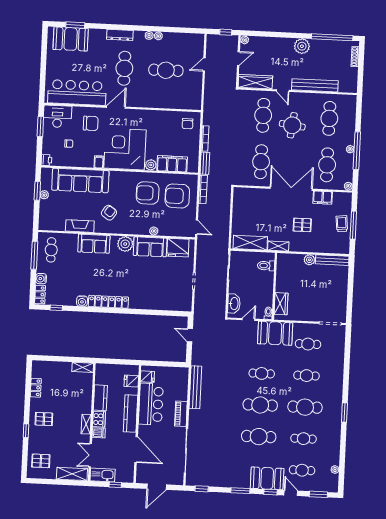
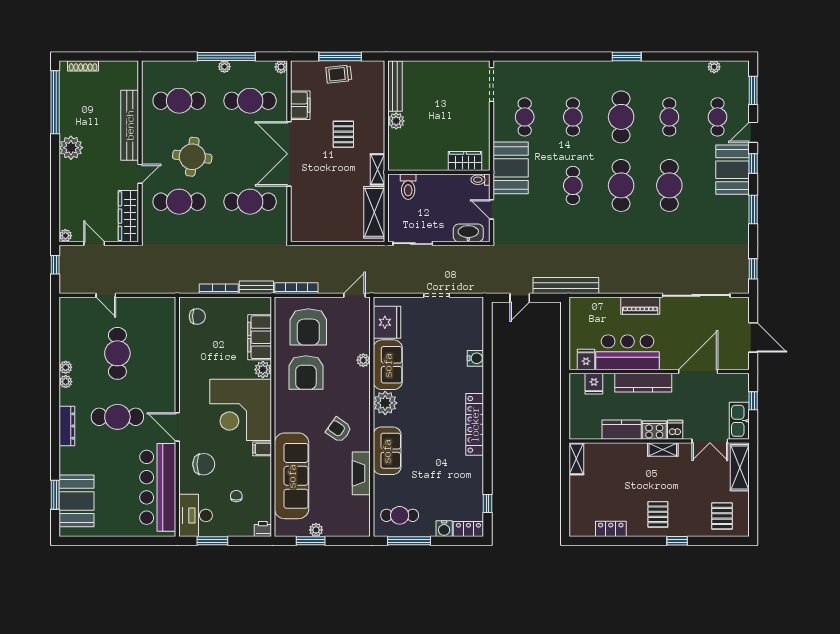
chair: (91, 123) -> (204, 464), turned 90
water cooler: (82, 301) -> (475, 358), moved
bench: (195, 387) -> (566, 286), moved

